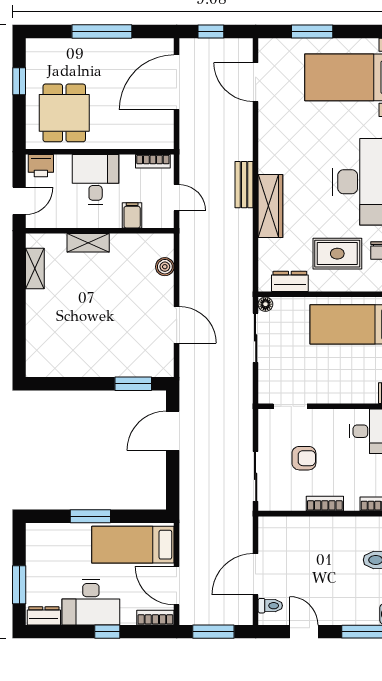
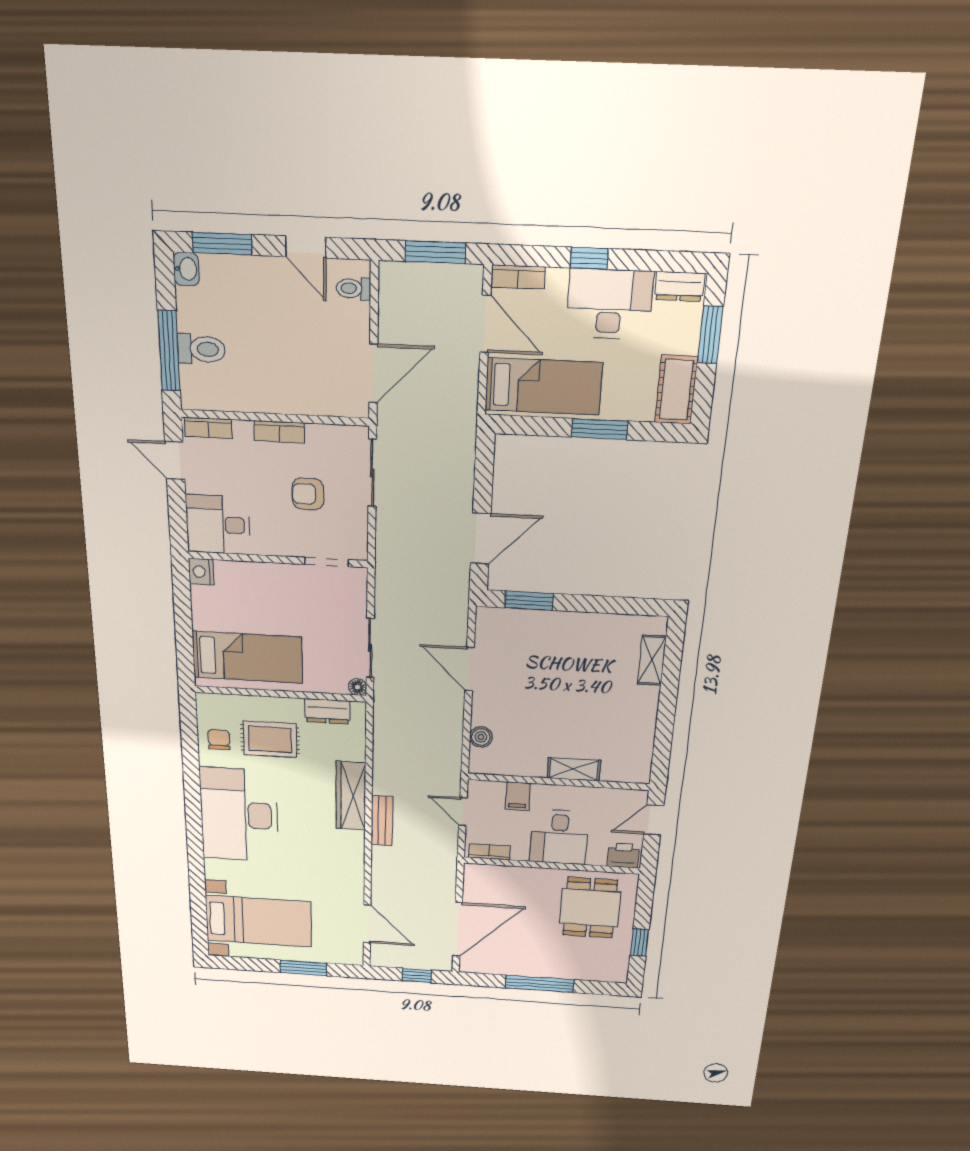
shelving: (35, 268) -> (652, 660), moved
cot: (39, 546) -> (676, 390), added
door: (256, 574) -> (373, 373), moved

